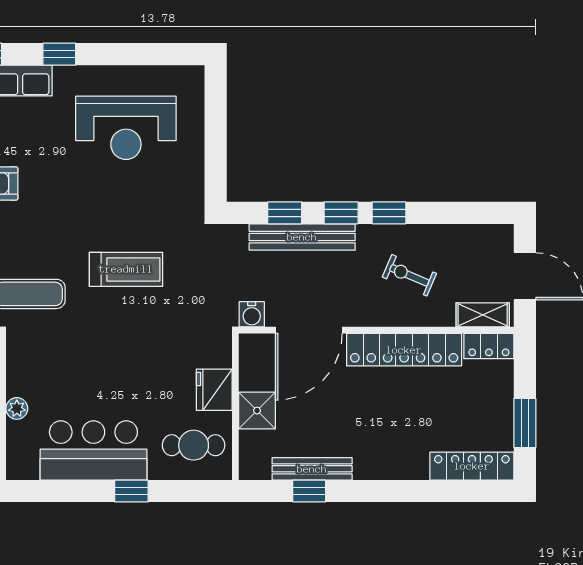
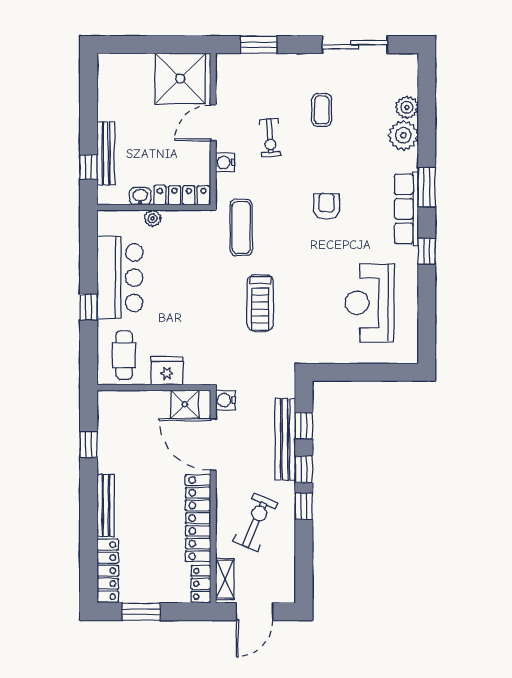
exercise bike: (409, 275) -> (256, 522), width x1.38, depth x1.39
shower: (257, 411) -> (185, 404), moved
bench: (312, 469) -> (106, 505), moved

